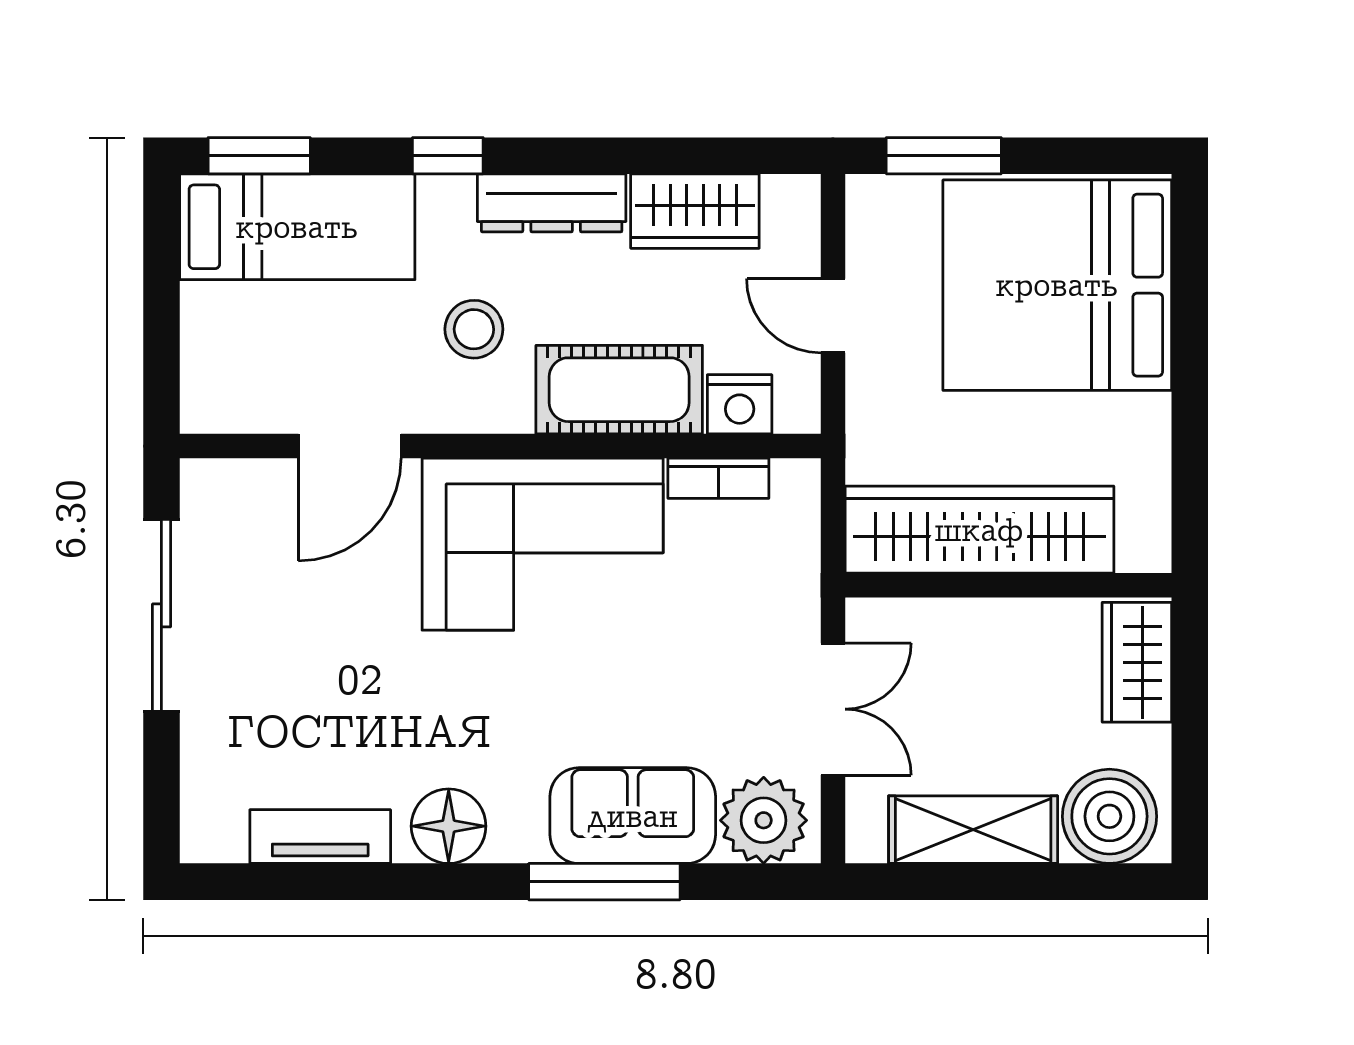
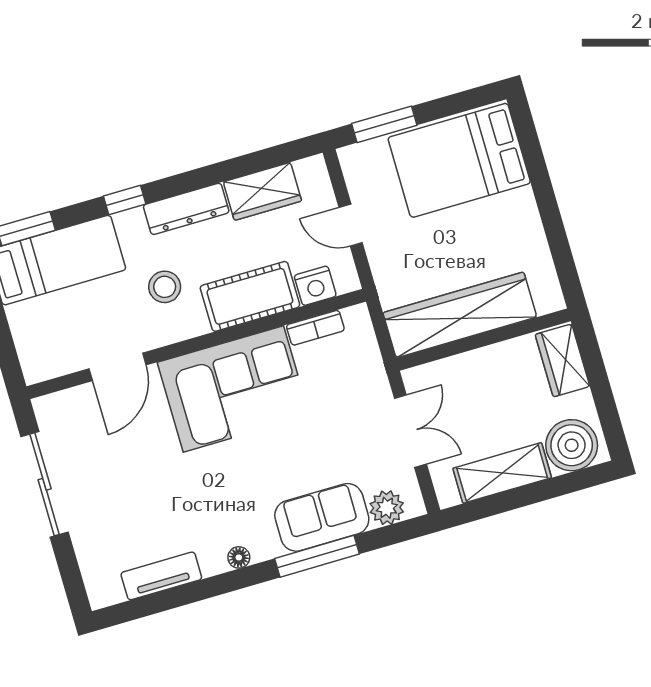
bed: (1057, 285) -> (459, 160), width x0.73
plant: (764, 820) -> (387, 508), width x0.73, depth x0.73
floor lamp: (449, 826) -> (239, 557), width x0.53, depth x0.53

